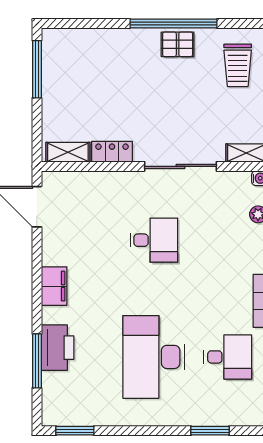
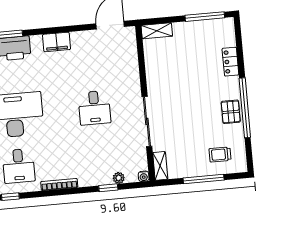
trolley: (238, 65) -> (220, 154), width x0.73, depth x0.72
shelving: (68, 152) -> (157, 31), moved, turned 90
locker: (112, 152) -> (230, 62), moved, turned 180

